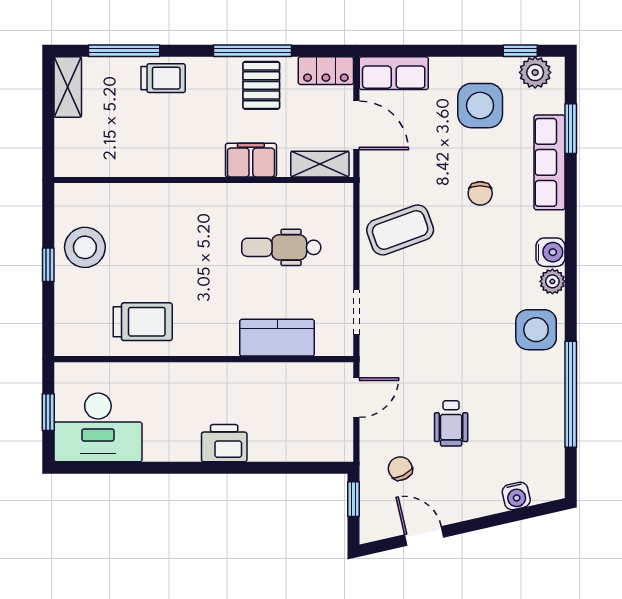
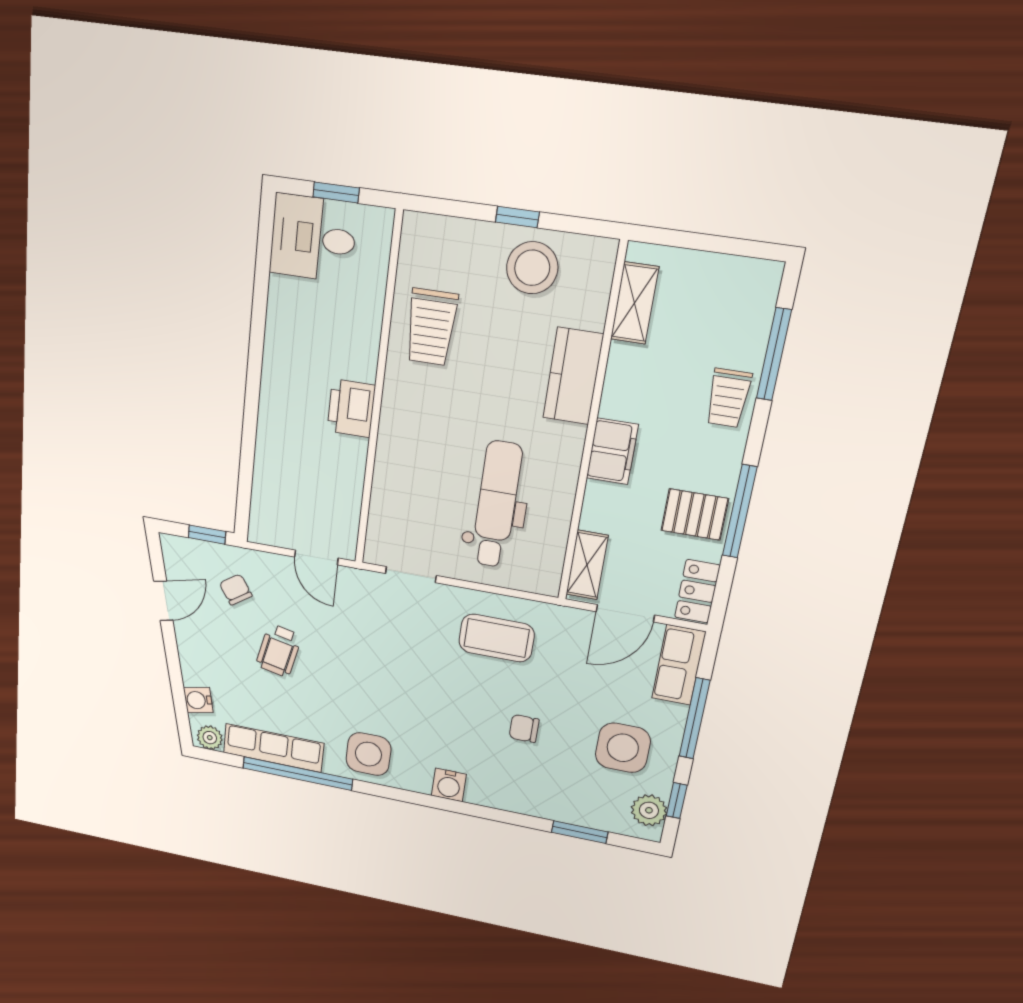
window: (440, 51) -> (694, 718), added
shelving: (68, 87) -> (635, 303), moved, turned 90
filing cabinet: (251, 160) -> (612, 451), moved
row of seats: (550, 162) -> (273, 748), moved
coffee table: (400, 230) -> (496, 638), turned -70
dental chair: (281, 247) -> (496, 505), width x1.36, depth x1.38
plant: (552, 281) -> (210, 738), moved
kitchen counter: (277, 338) -> (573, 376), moved, turned 180
wheelchair: (451, 423) -> (279, 651), turned -78
desk: (98, 427) -> (313, 238), width x0.73
printer: (224, 443) -> (351, 408), moved, turned 180
chair: (400, 468) -> (236, 590), turned -97

